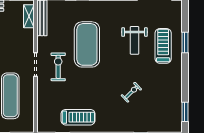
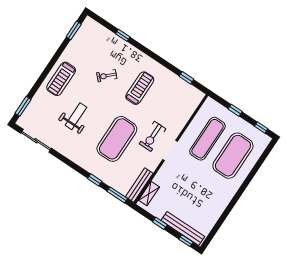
window: (185, 43) -> (23, 106), moved
treadmill: (163, 46) -> (61, 79), moved
treadmill: (78, 117) -> (140, 88), moved, turned 90

